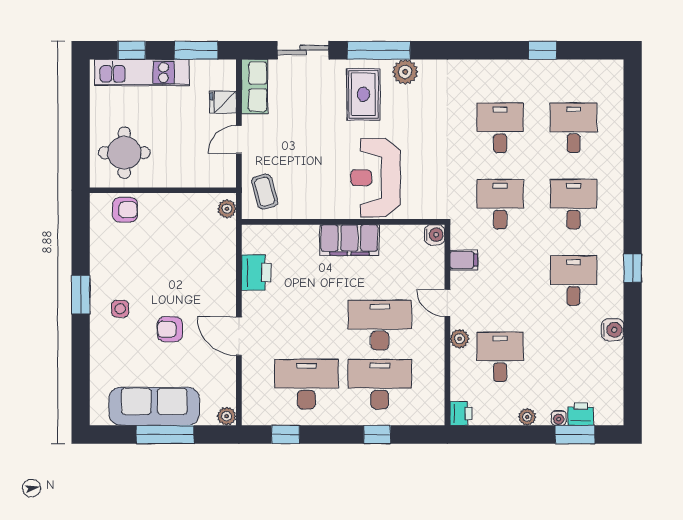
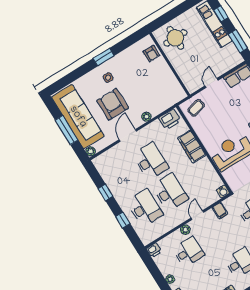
fridge: (223, 102) -> (223, 66), removed
door: (239, 140) -> (211, 83), hinge flipped
plant: (227, 209) -> (146, 117), moved
filing cabinet: (349, 240) -> (192, 147), moved
printer: (256, 272) -> (170, 119), moved
armchair: (170, 329) -> (113, 104), width x1.88, depth x1.88
desk: (306, 384) -> (151, 161), moved
sofa: (154, 406) -> (78, 117), width x1.36, depth x1.27
window: (286, 435) -> (105, 192), moved

